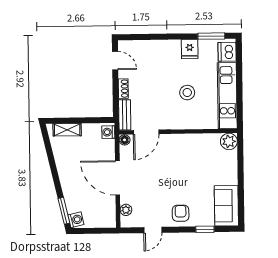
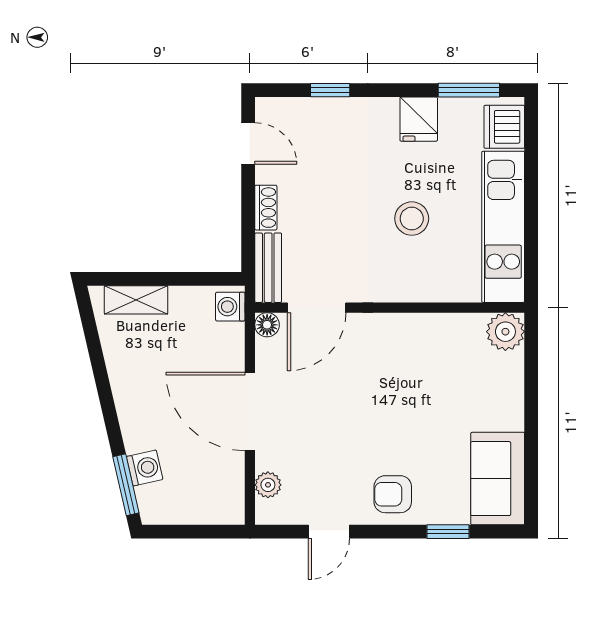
window: (151, 37) -> (330, 90), added
armchair: (181, 213) -> (393, 494), turned -90
washing machine: (76, 220) -> (145, 468), moved

